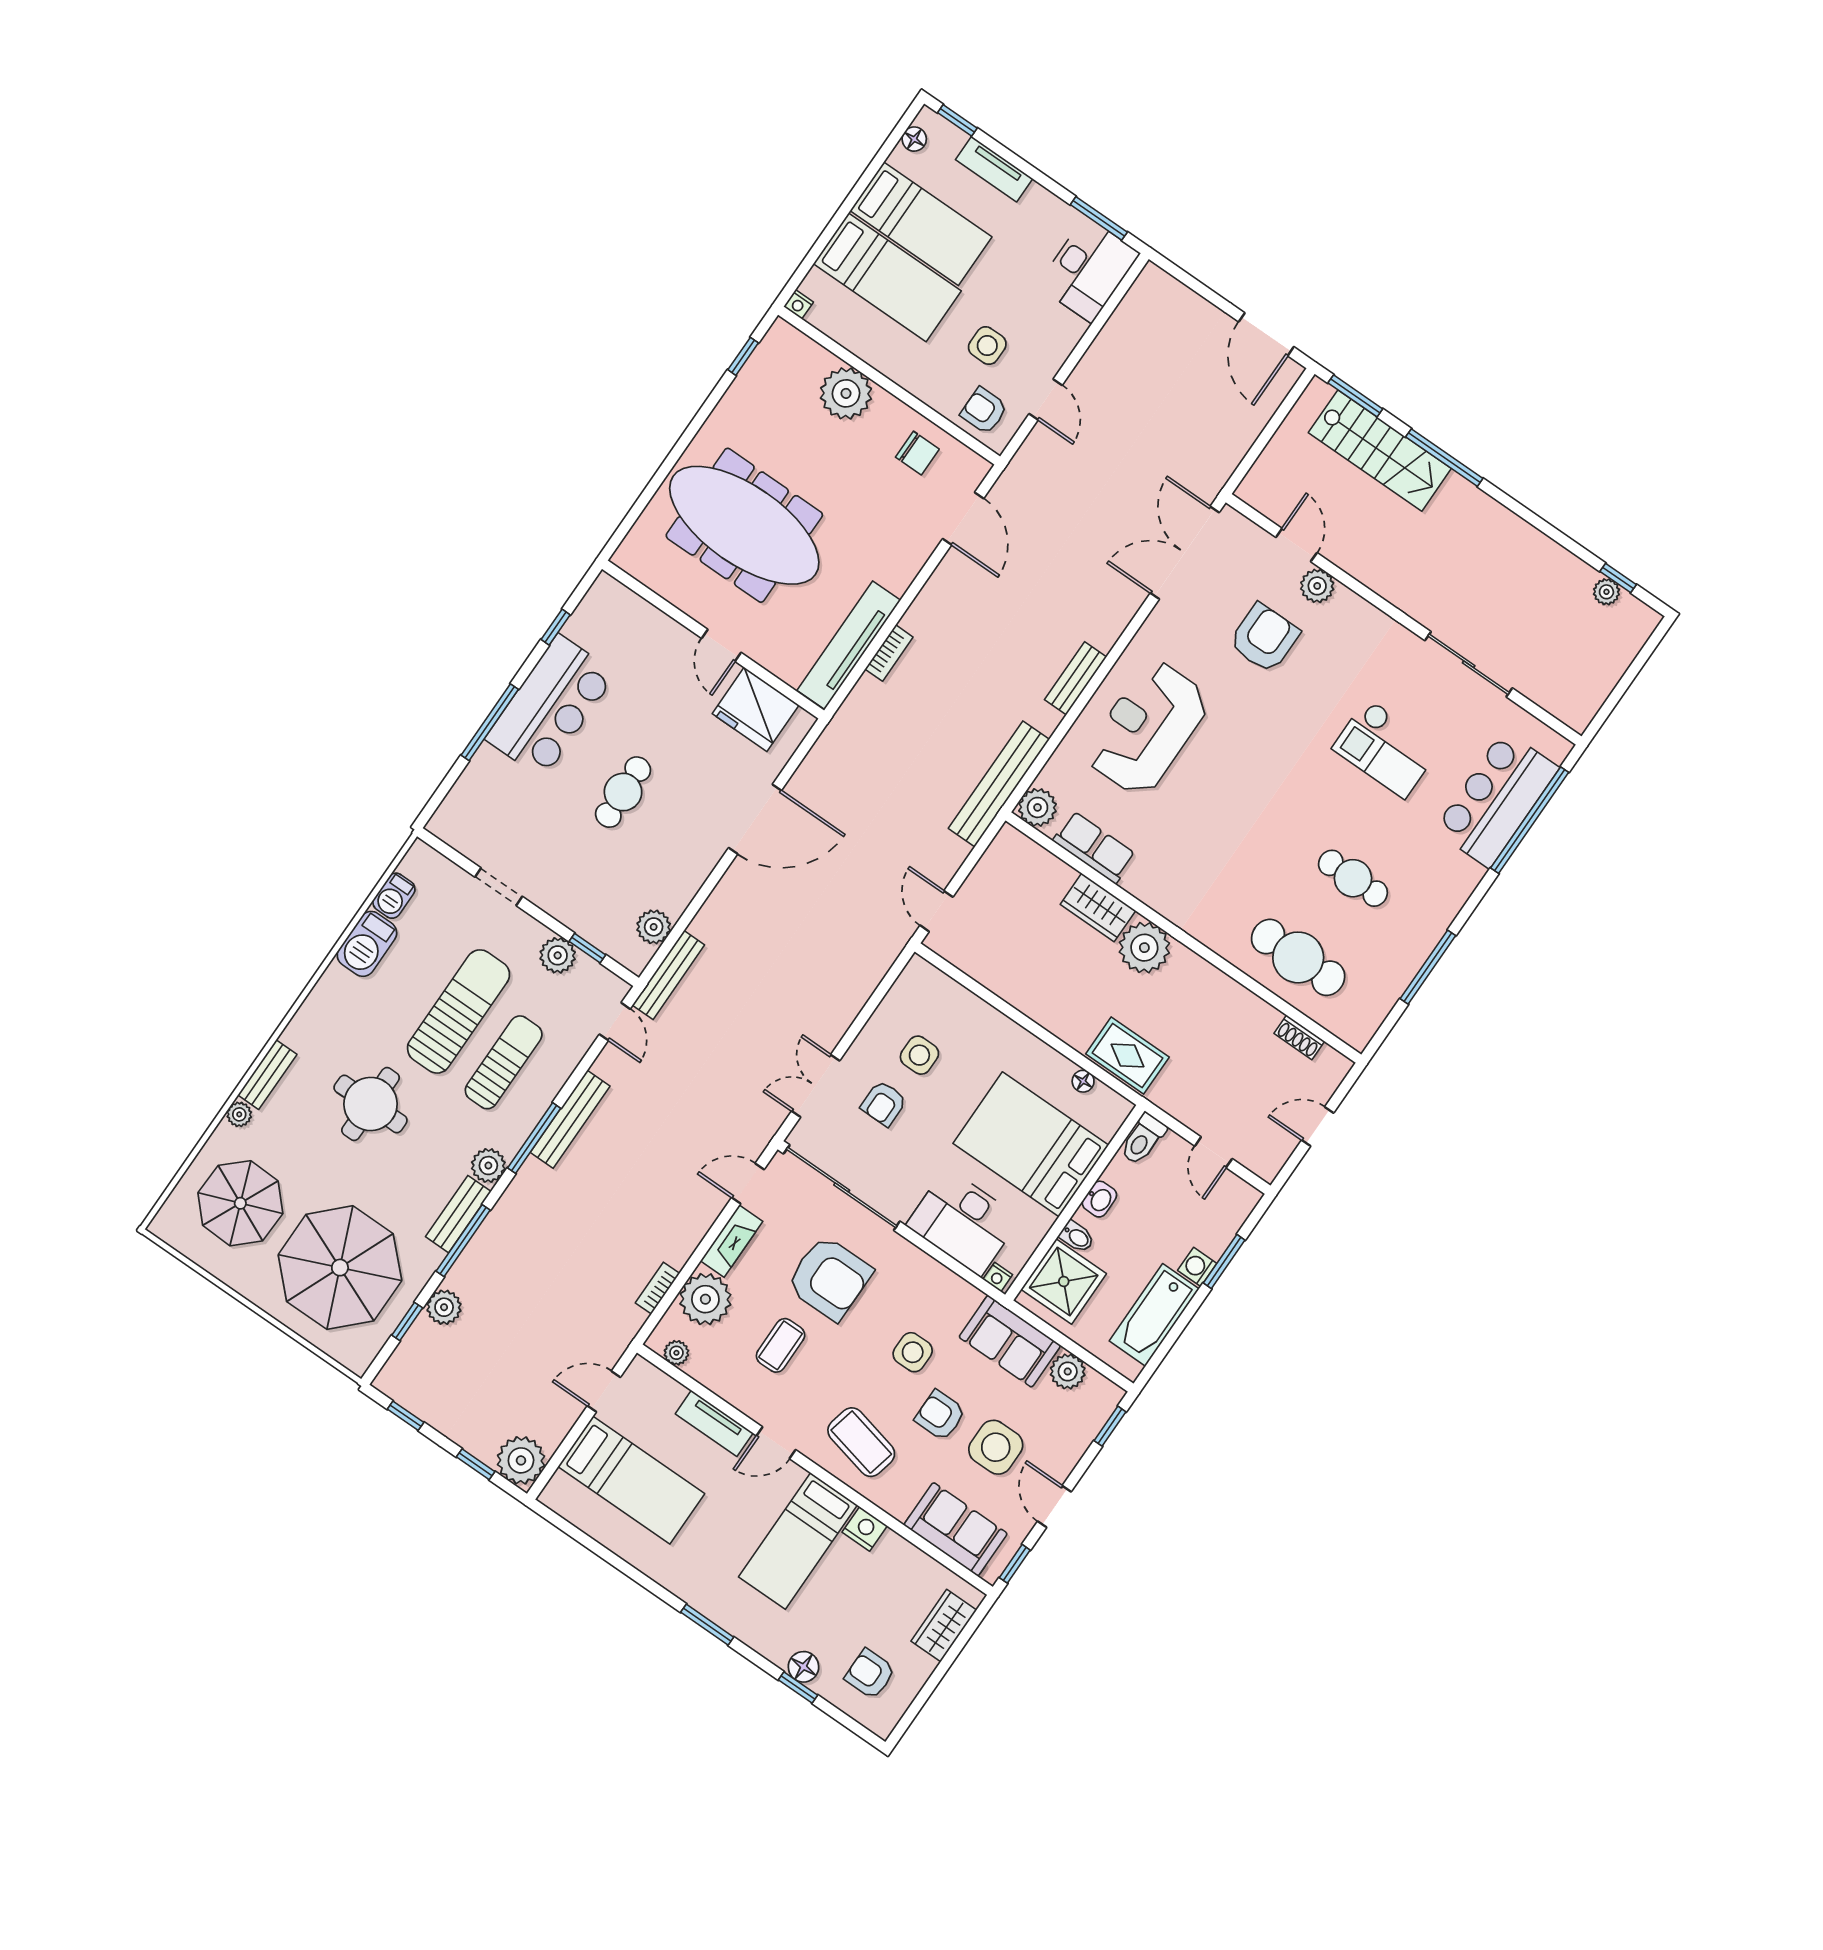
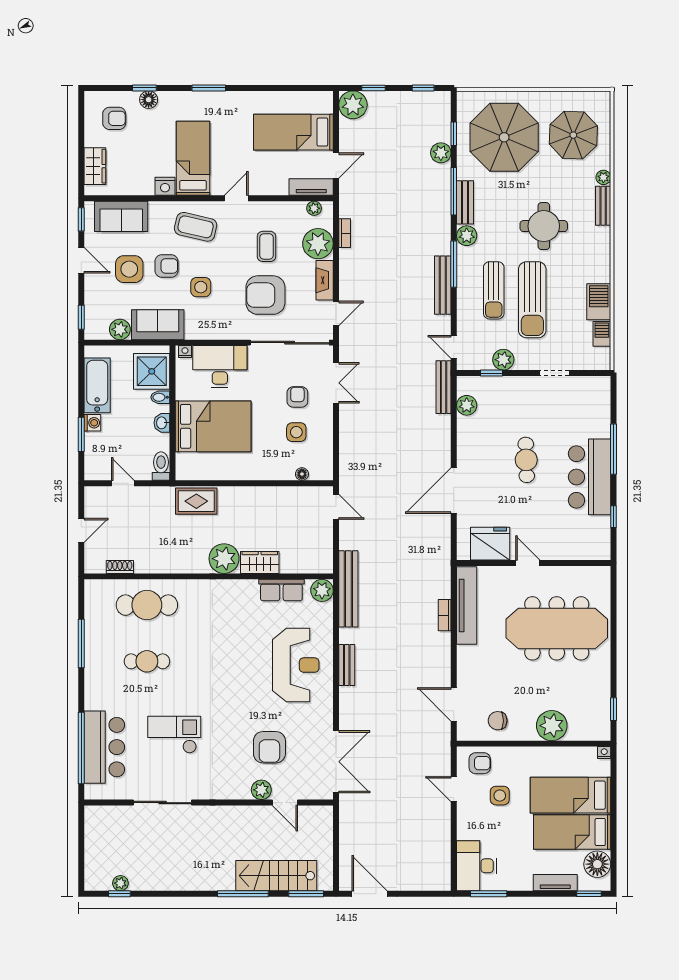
floor lamp: (914, 139) -> (597, 864), width x1.89, depth x1.89
floor lamp: (1083, 1081) -> (302, 474), moved
tv unit: (714, 1423) -> (311, 187), moved

